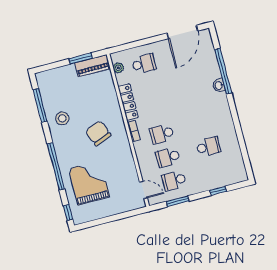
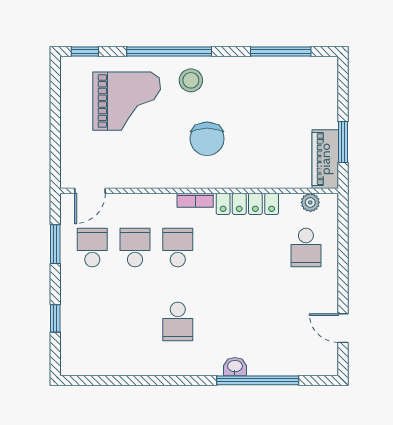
door: (182, 32) -> (343, 328), width x0.53
stool: (62, 118) -> (191, 80), moved
chair: (98, 133) -> (207, 139), turned 112
school desk: (208, 147) -> (178, 321), moved

